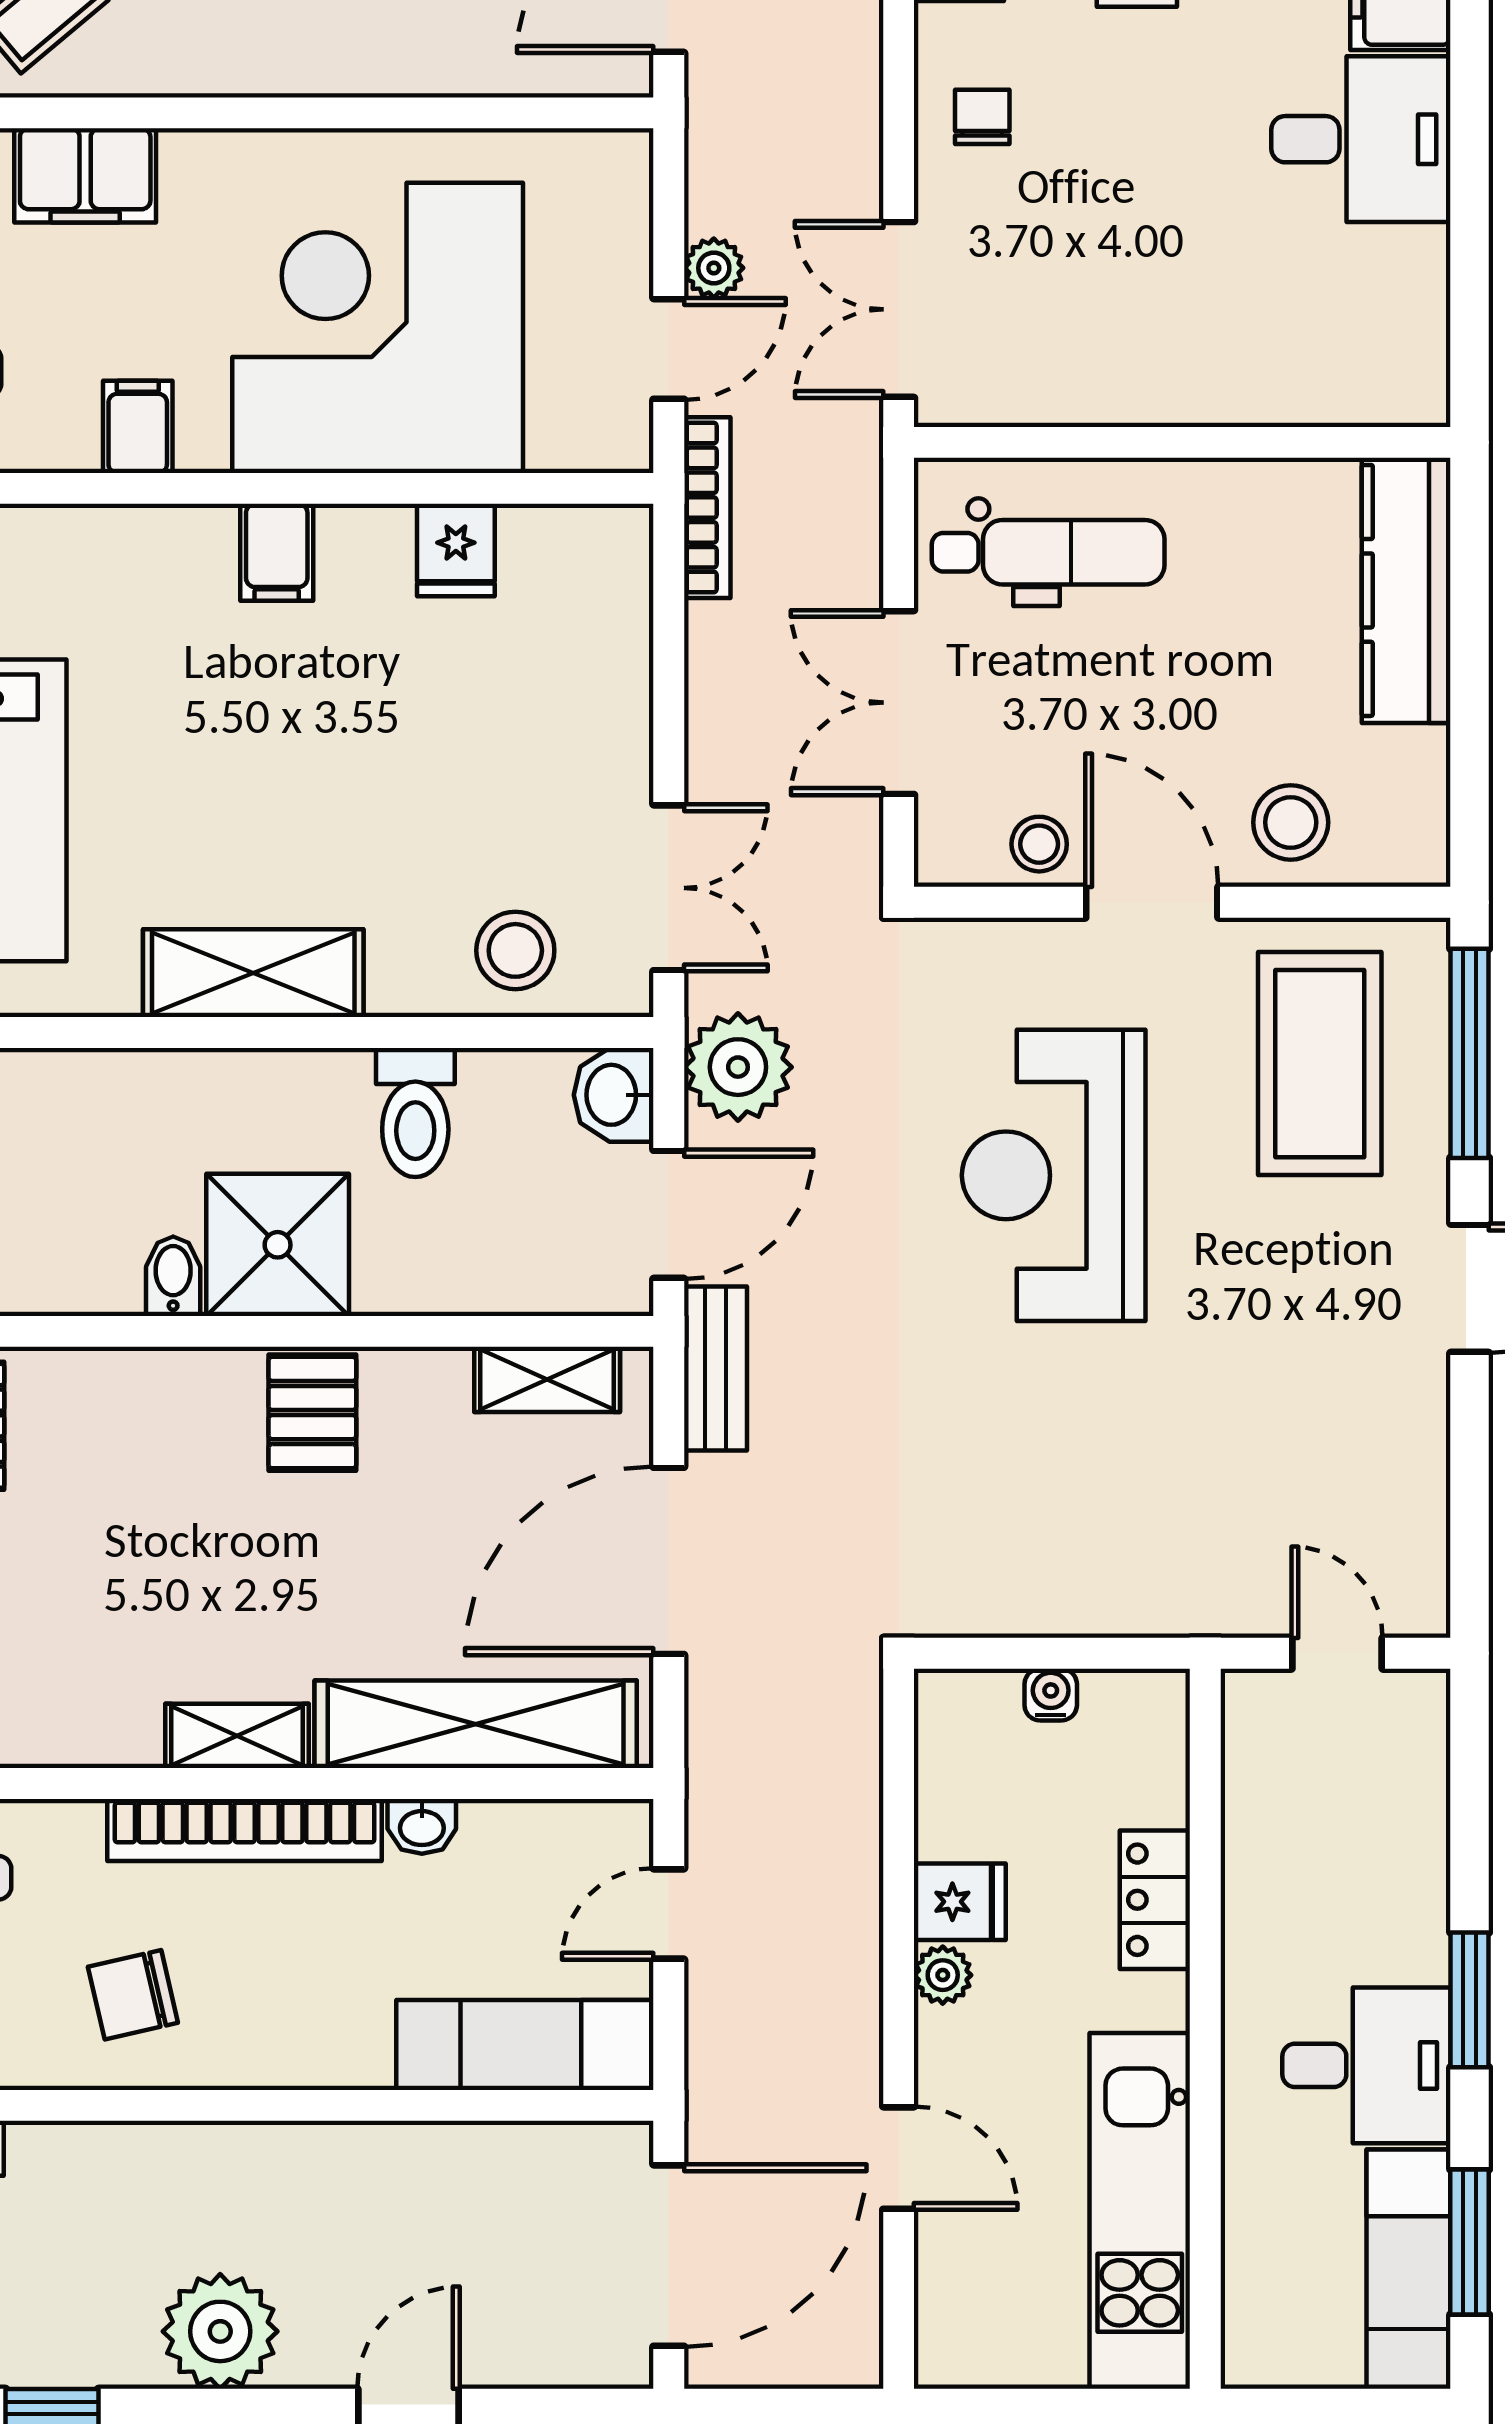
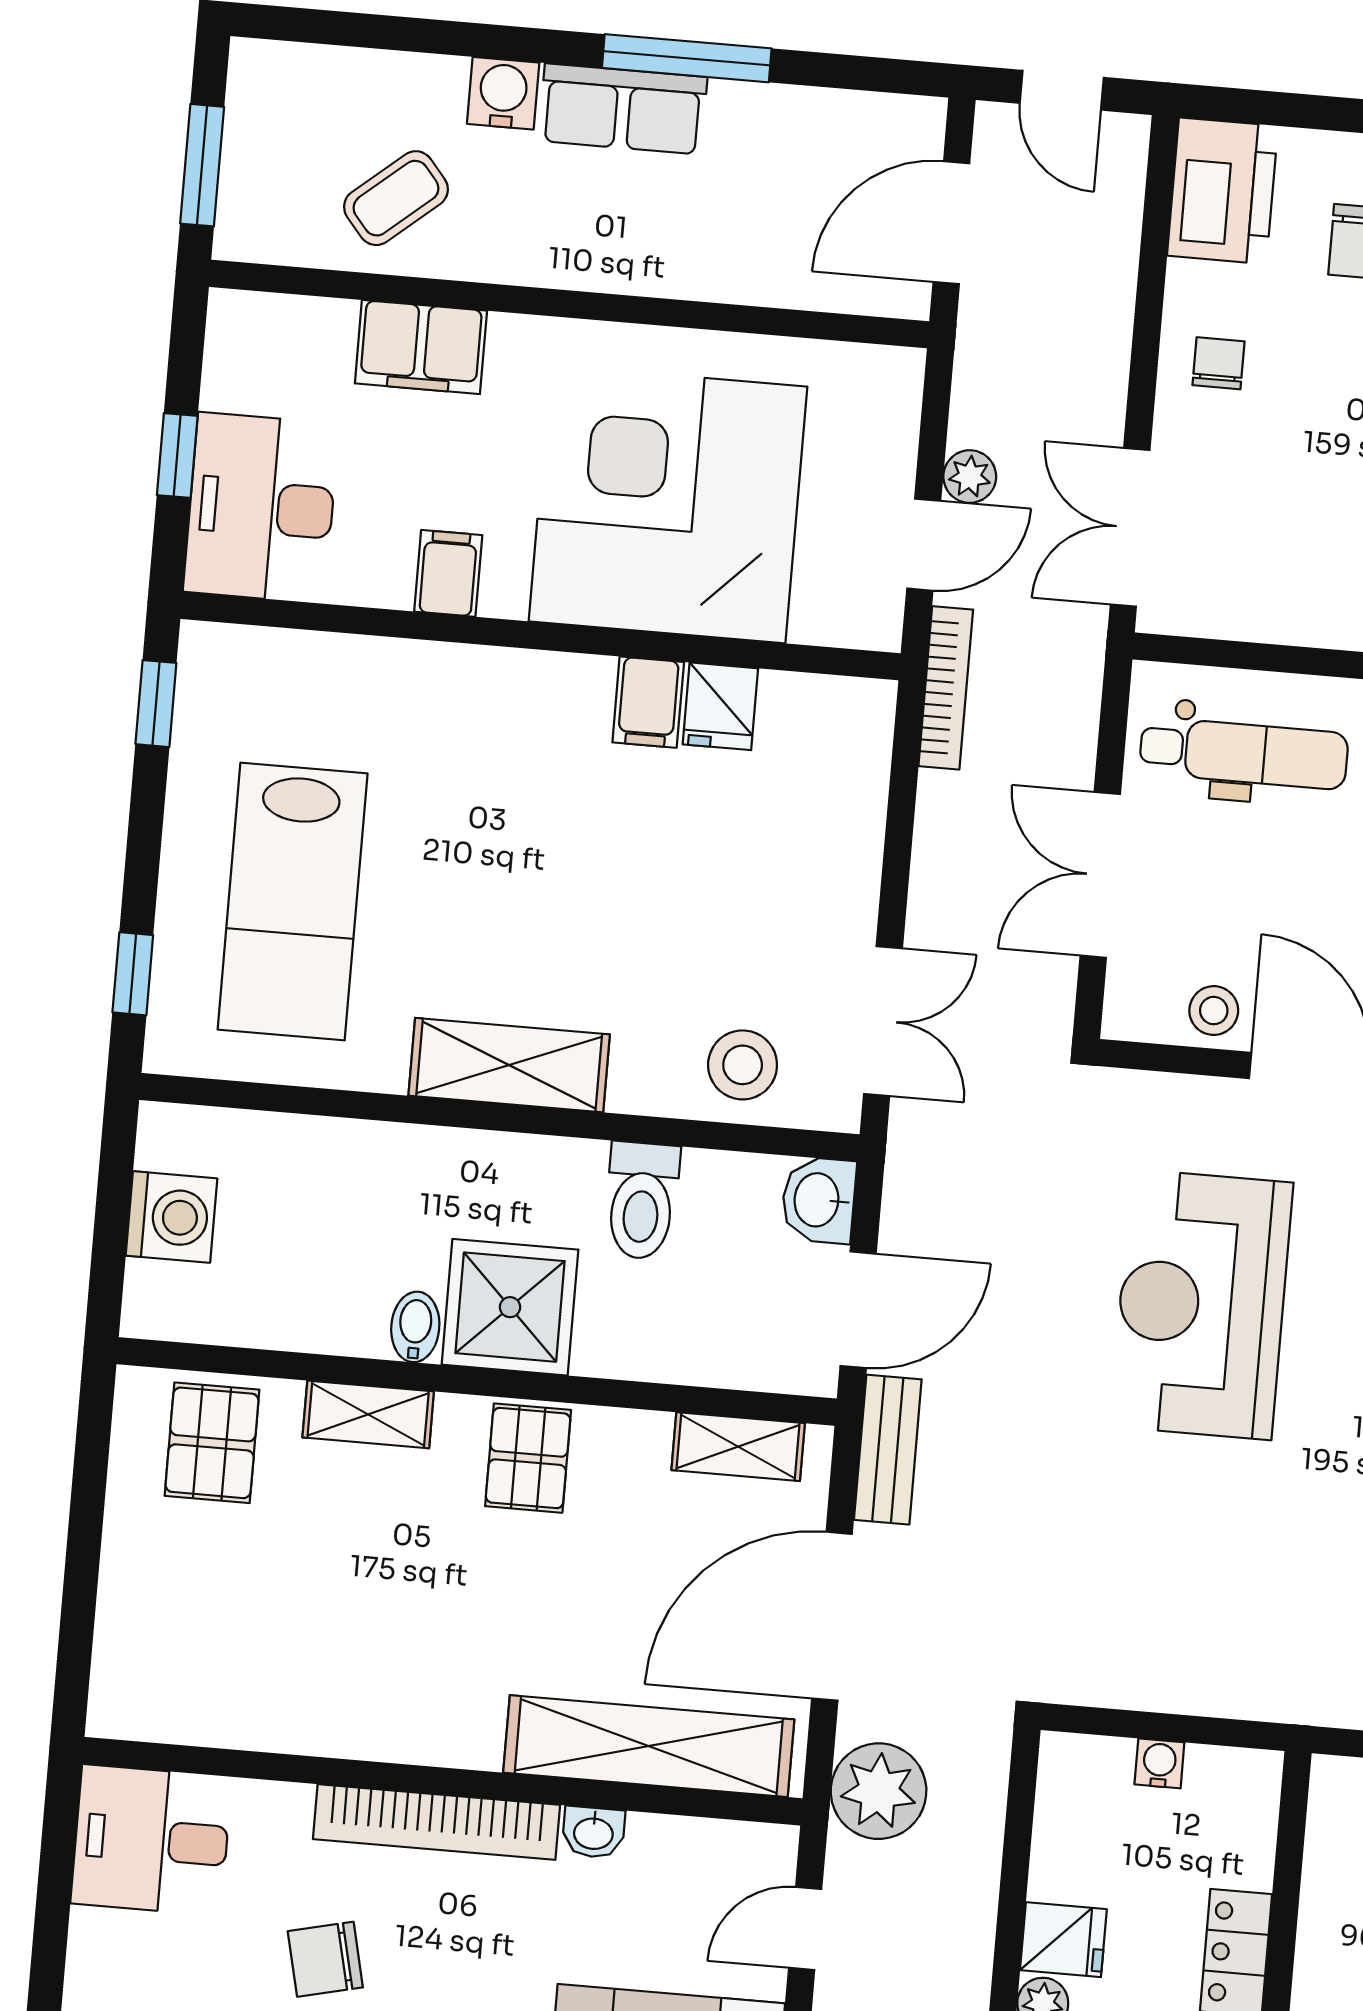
filing cabinet: (277, 552) -> (648, 702), moved
plant: (738, 1067) -> (879, 1791), moved
shelving: (237, 1736) -> (368, 1414), moved

